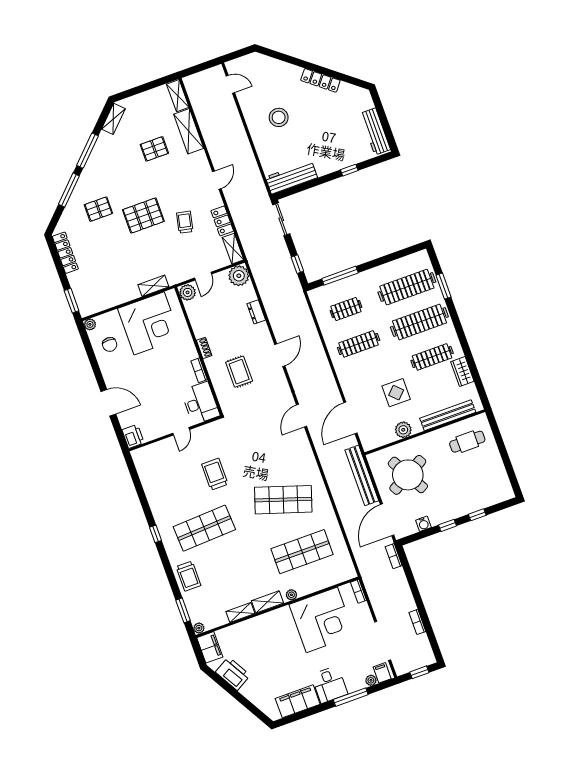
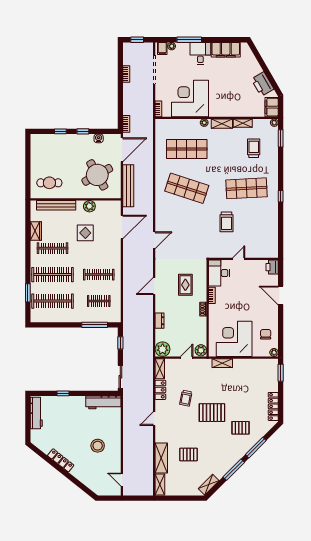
trolley: (188, 576) -> (254, 148), moved

